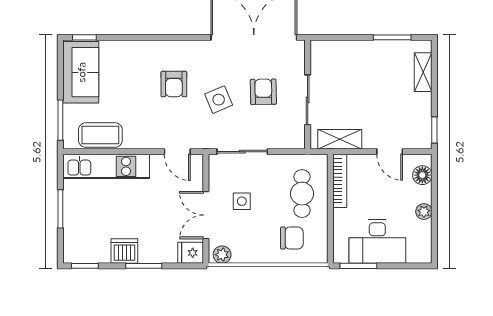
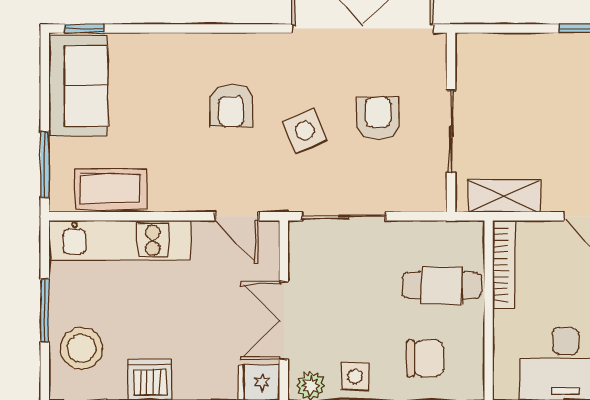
cafe table: (302, 194) -> (442, 285), turned 90
side table: (242, 201) -> (355, 377), moved
stool: (83, 232) -> (82, 348), added

